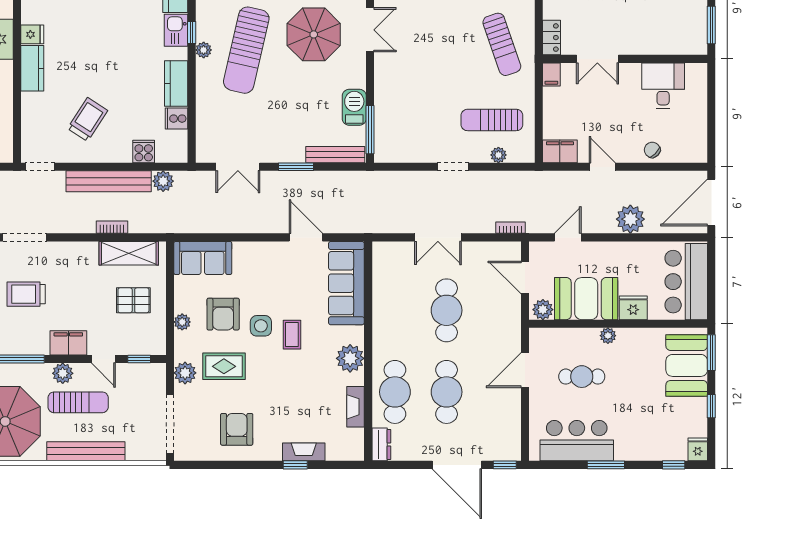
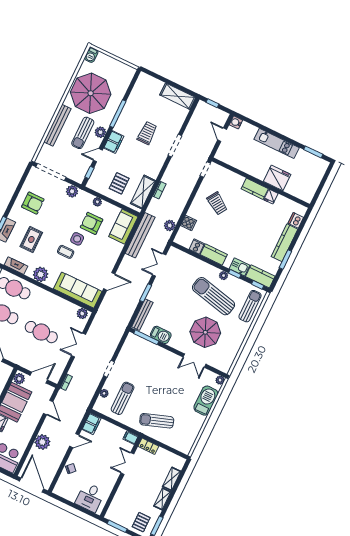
desk: (663, 86) -> (90, 497), moved, turned 90
bench: (109, 181) -> (140, 235), moved
plant: (382, 257) -> (82, 314), added
rug: (224, 366) -> (31, 239), moved

